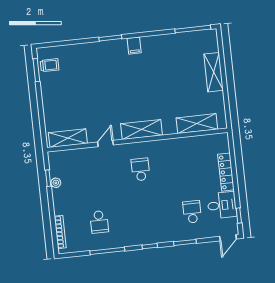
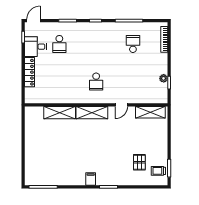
shelving: (214, 72) -> (31, 151), removed
pallet: (75, 73) -> (139, 162), added
shelving: (197, 124) -> (60, 113), moved

